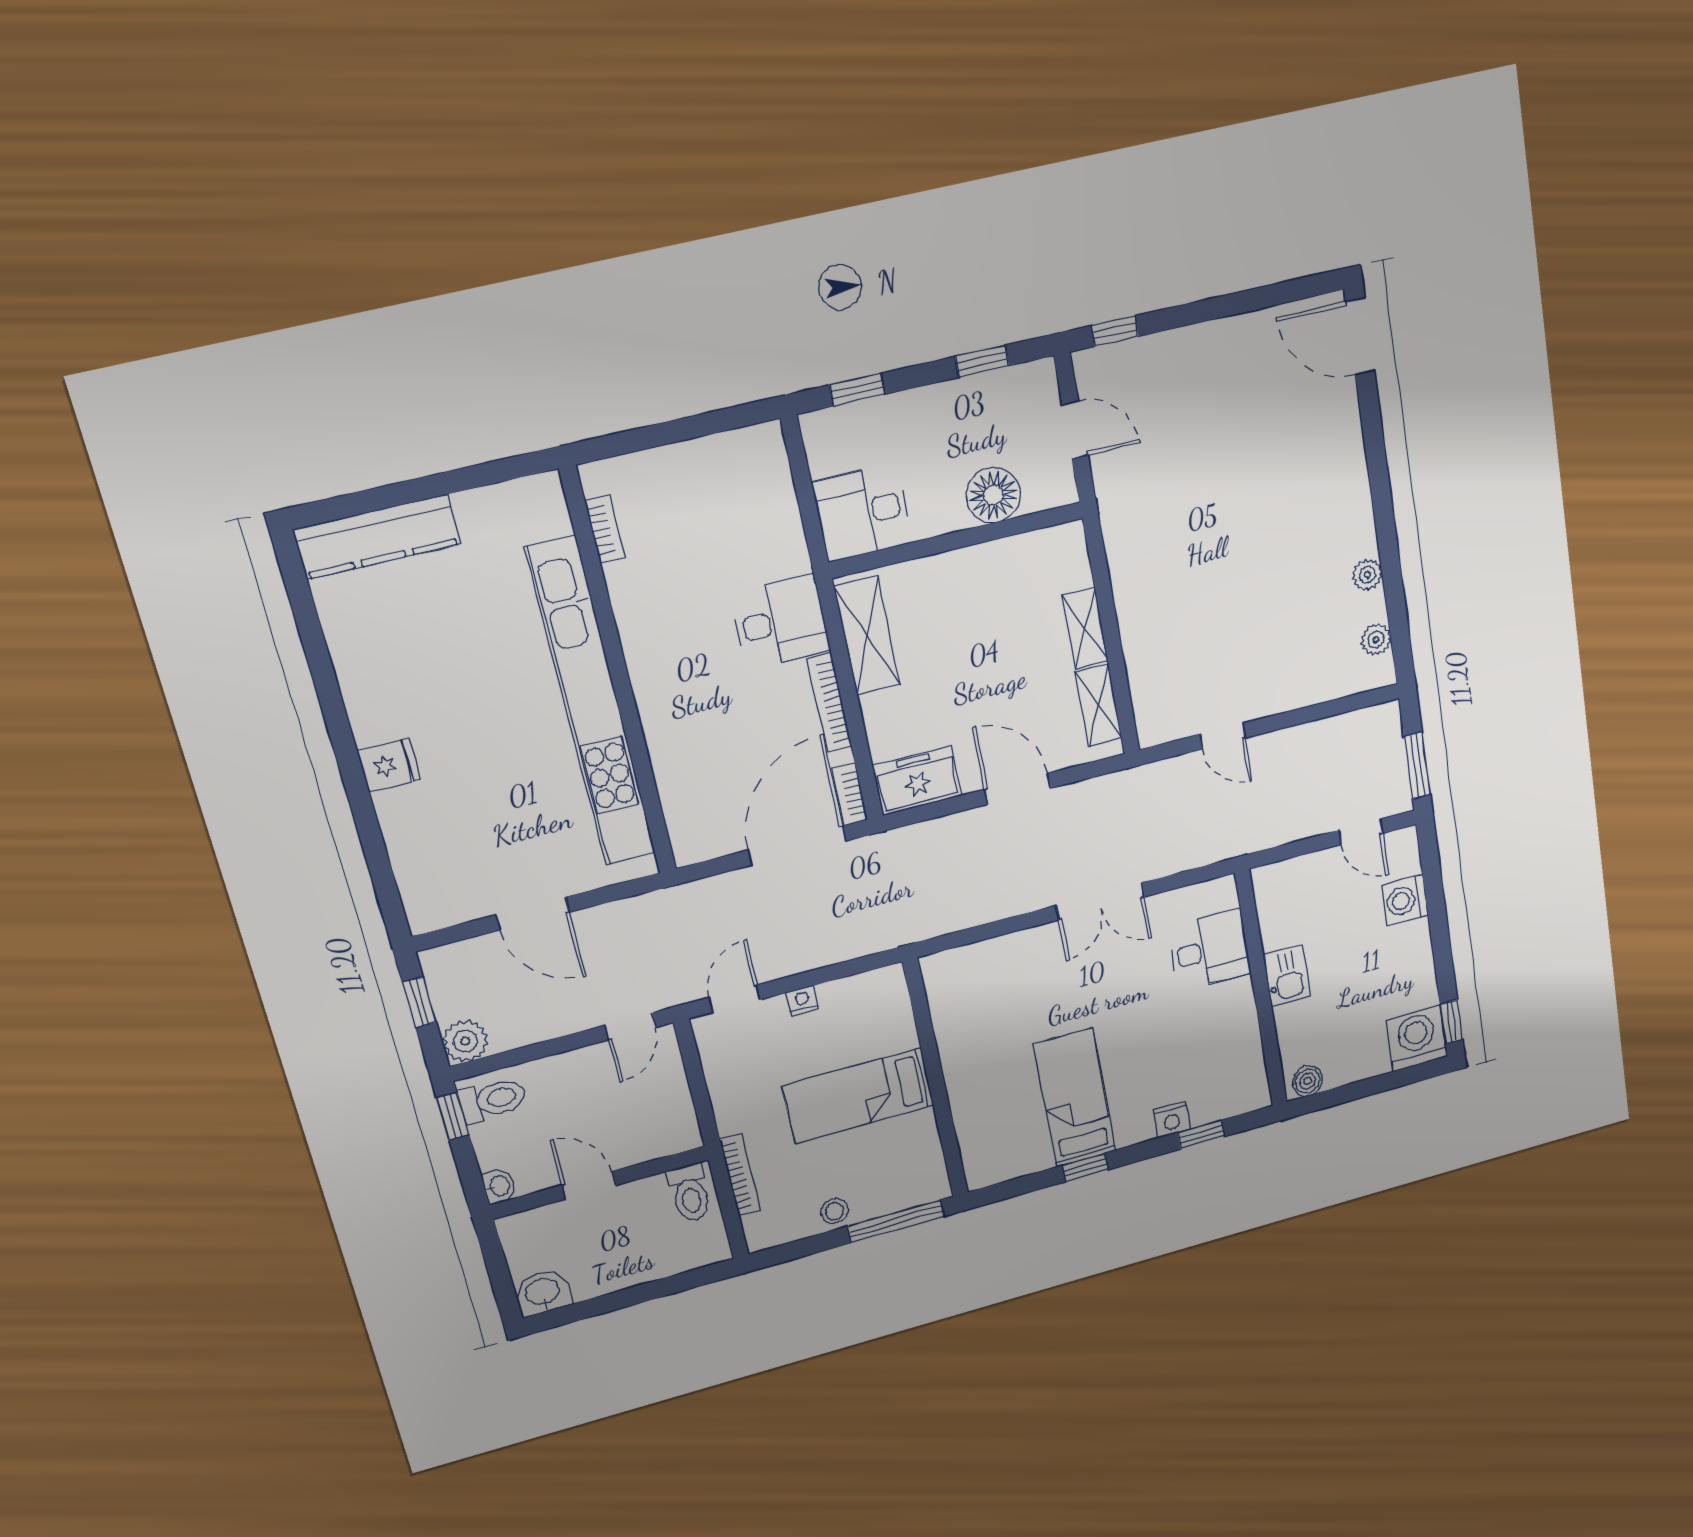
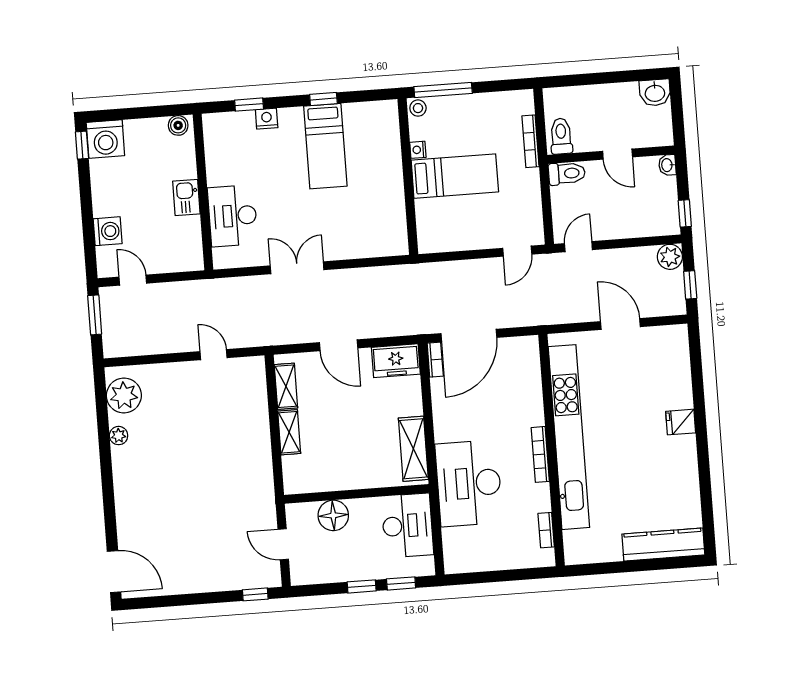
window: (982, 361) -> (362, 586), moved
desk: (863, 513) -> (407, 526), width x1.37
desk: (780, 622) -> (469, 483), width x1.87, depth x1.30
plant: (1376, 640) -> (124, 396), width x1.87, depth x1.87
bookcase: (829, 703) -> (540, 454), moved, turned 180
desk: (1209, 950) -> (233, 216), width x1.37
nightstand: (802, 1001) -> (418, 150), moved, turned 90
toilet: (493, 1100) -> (567, 173), moved, turned 180
stool: (835, 1211) -> (418, 108), moved

